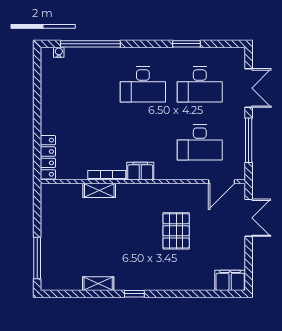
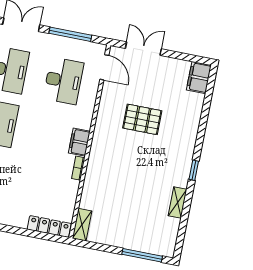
bookcase: (107, 175) -> (78, 168), width x0.64
shelving: (99, 190) -> (82, 225), moved

